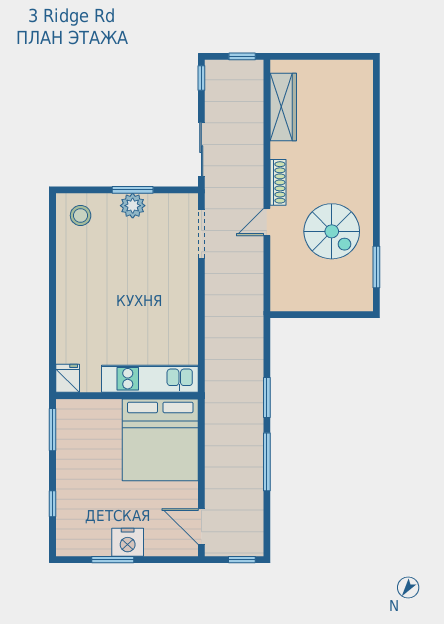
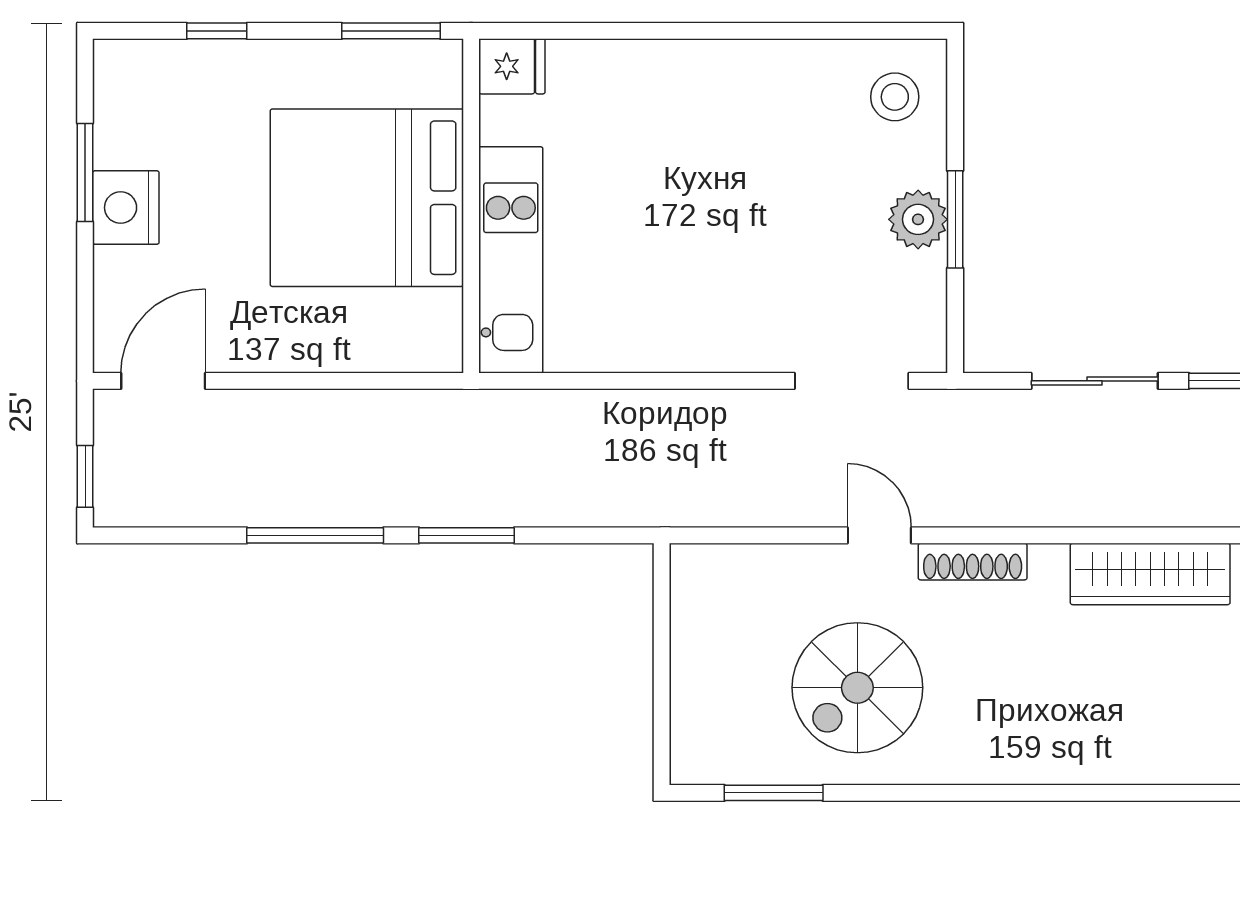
sliding door: (201, 149) -> (1095, 381), moved
bed: (160, 440) -> (367, 198), moved

